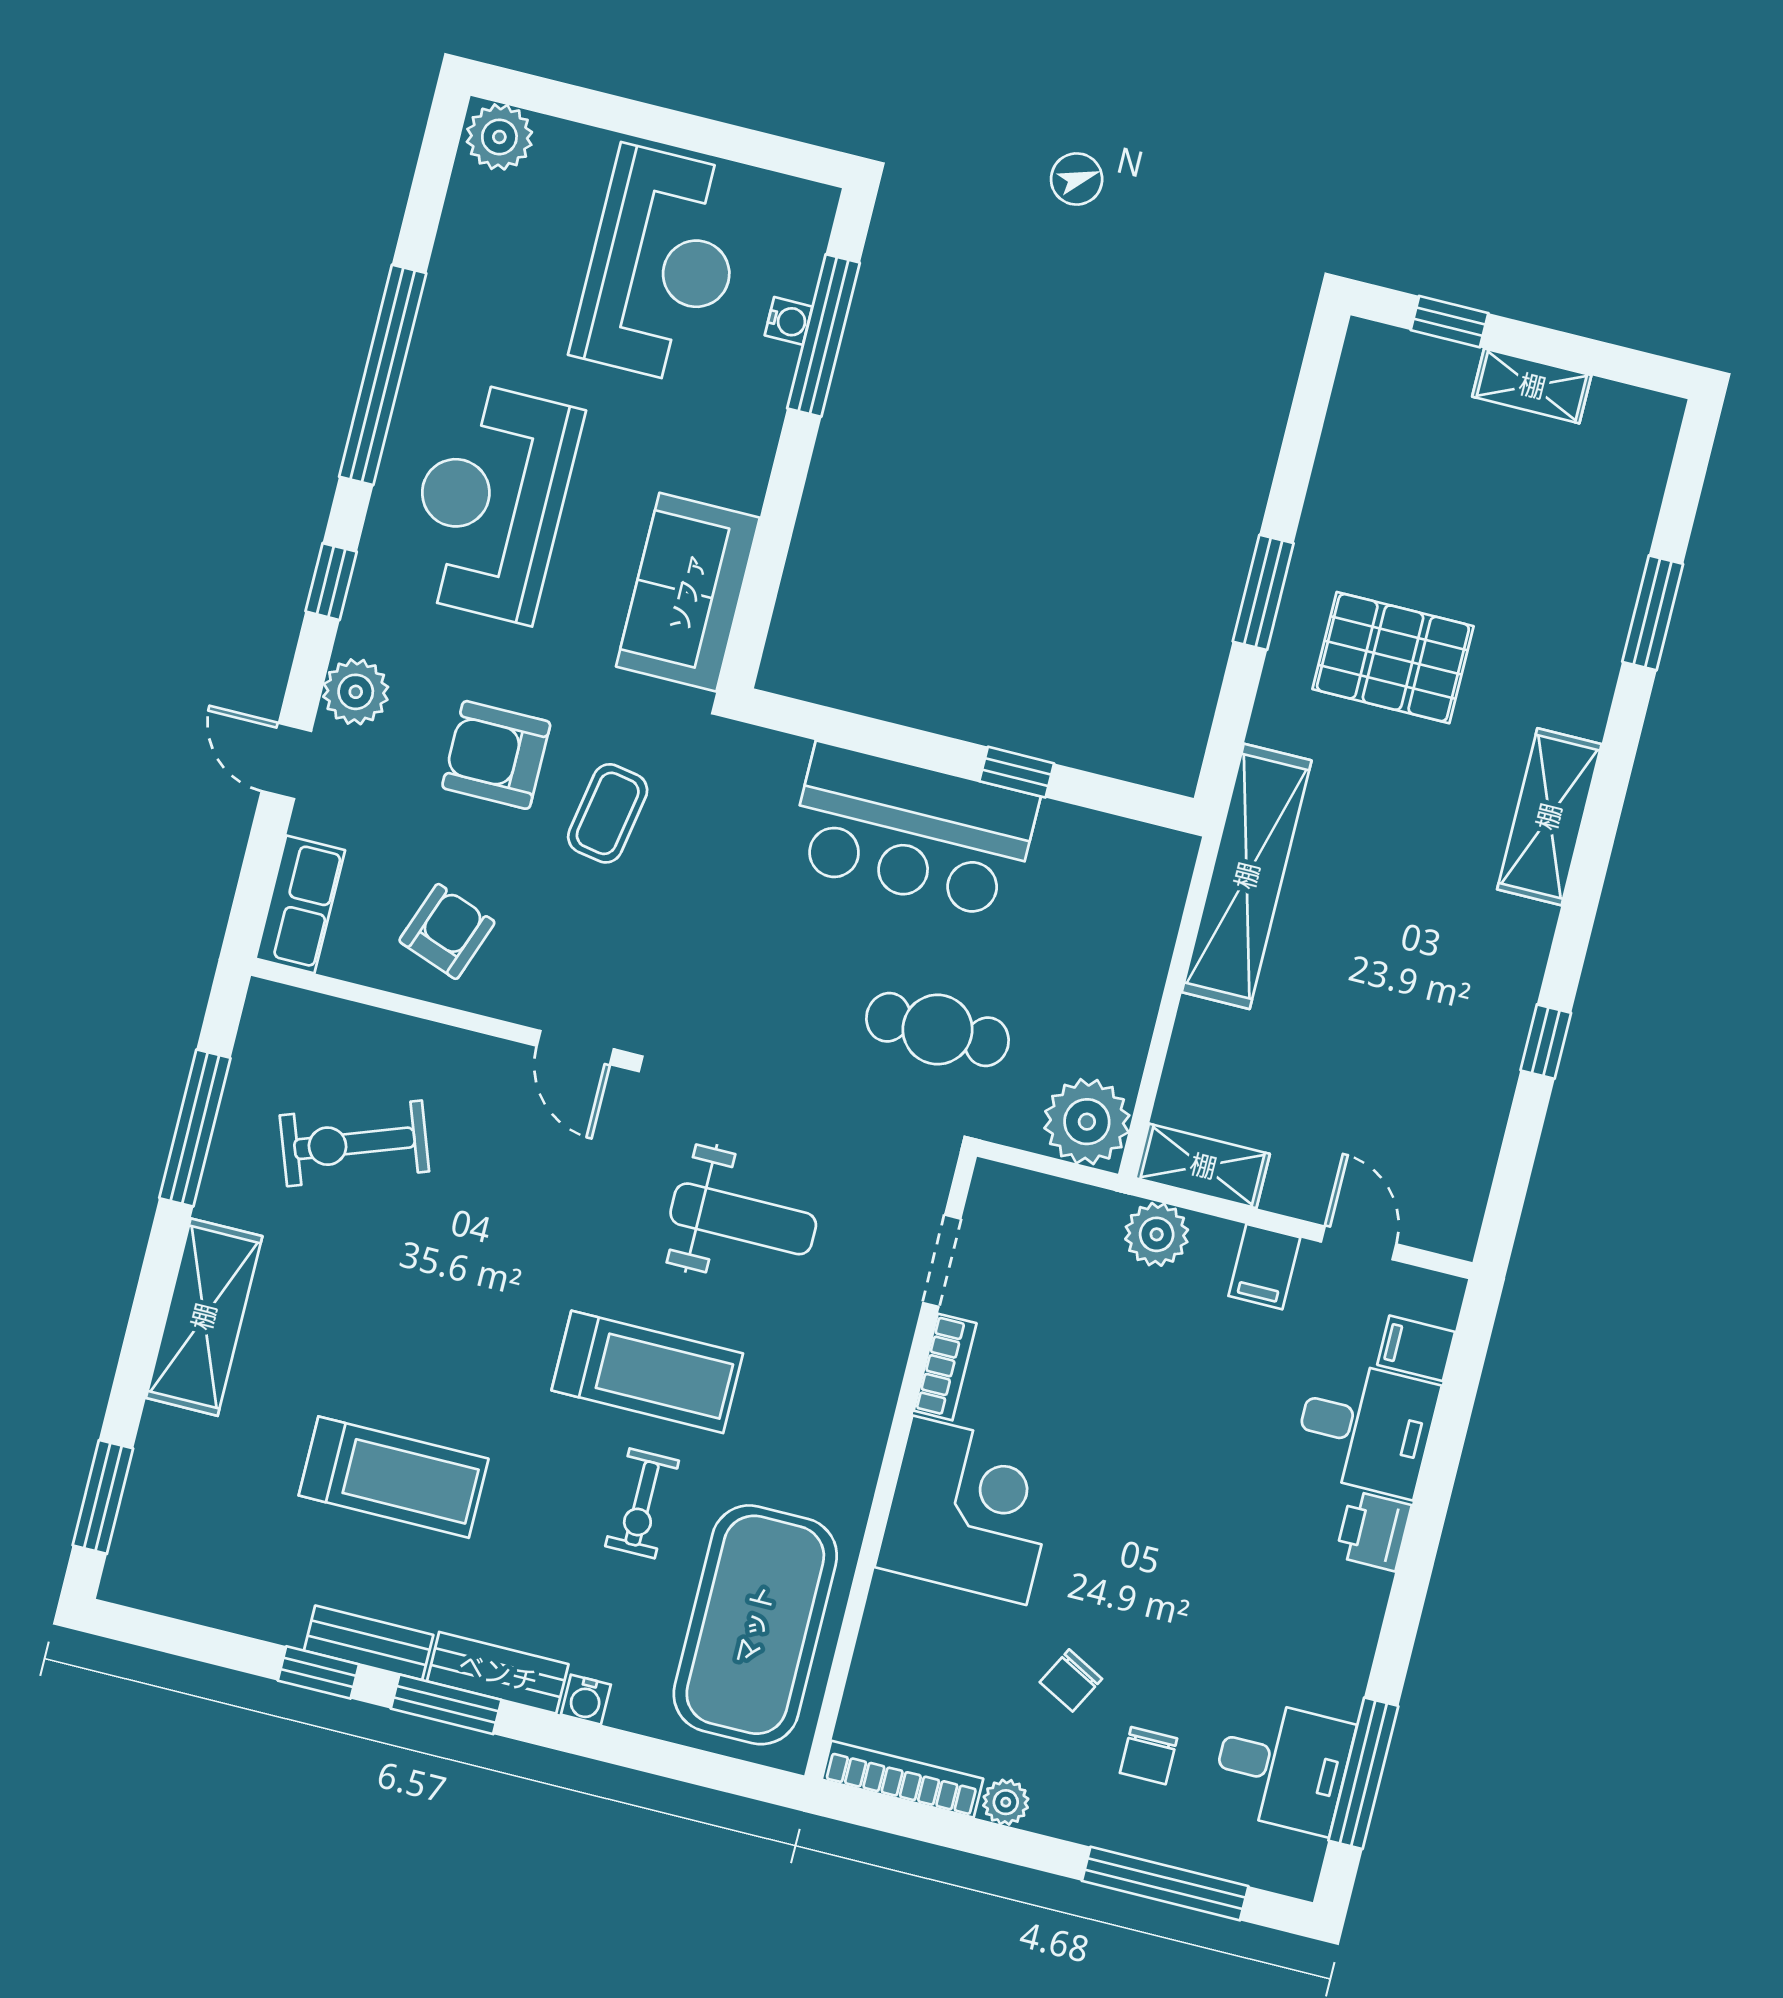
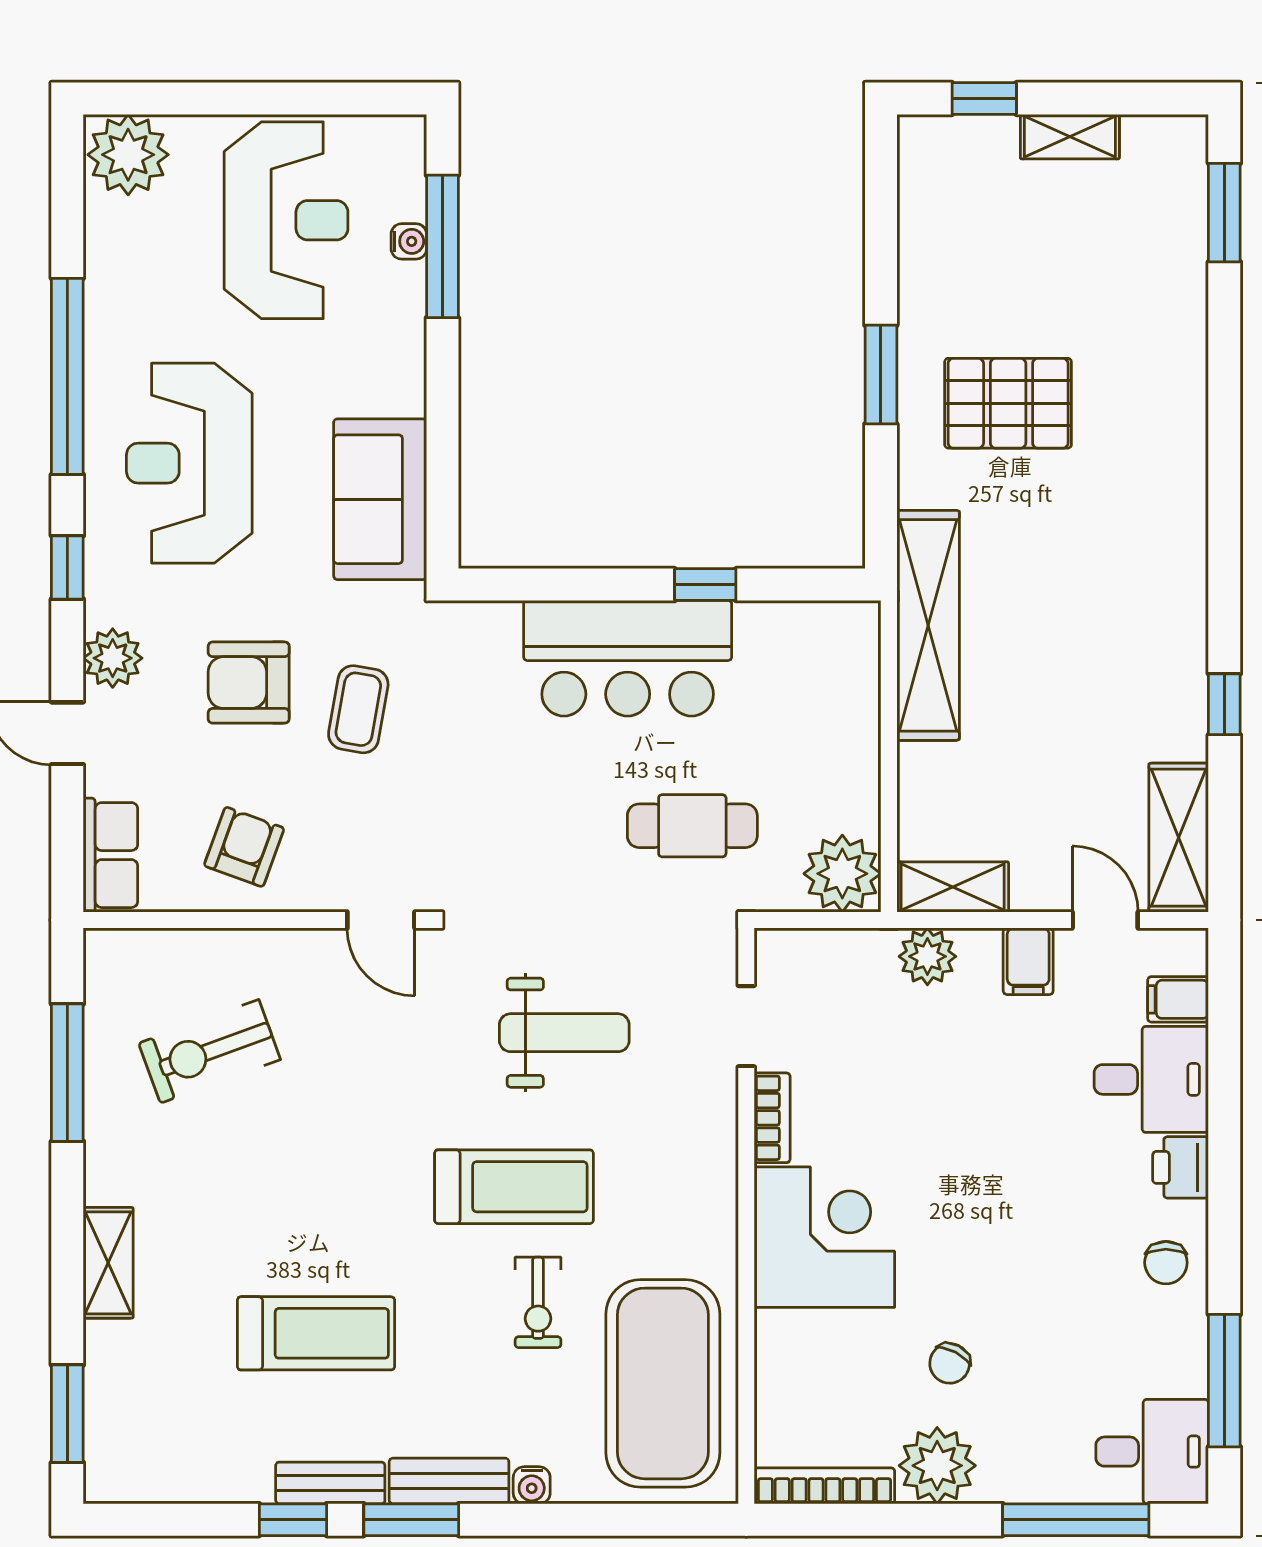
plant: (499, 137) -> (128, 155), width x1.36, depth x1.36
window: (1653, 613) -> (1224, 213), moved
shelving: (1549, 817) -> (1179, 838), moved
shelving: (204, 1317) -> (108, 1263), width x0.67, depth x0.75
chair: (1148, 1756) -> (1166, 1263), moved
desk: (1282, 1766) -> (1152, 1452), moved
plant: (1006, 1802) -> (937, 1466), width x1.88, depth x1.88

